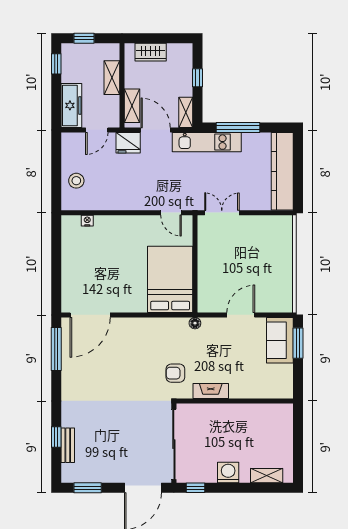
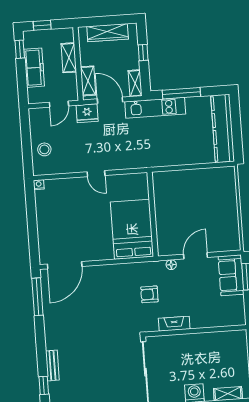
wardrobe: (151, 52) -> (108, 33), width x1.50
freezer: (71, 105) -> (34, 68), moved
door: (171, 213) -> (96, 174), moved
double door: (222, 213) -> (173, 168), removed
nightstand: (87, 221) -> (39, 185), moved
floor lamp: (195, 323) -> (171, 265), moved
armchair: (175, 373) -> (149, 294), moved
window: (56, 437) -> (44, 385), moved
bench: (68, 445) -> (52, 366), moved

